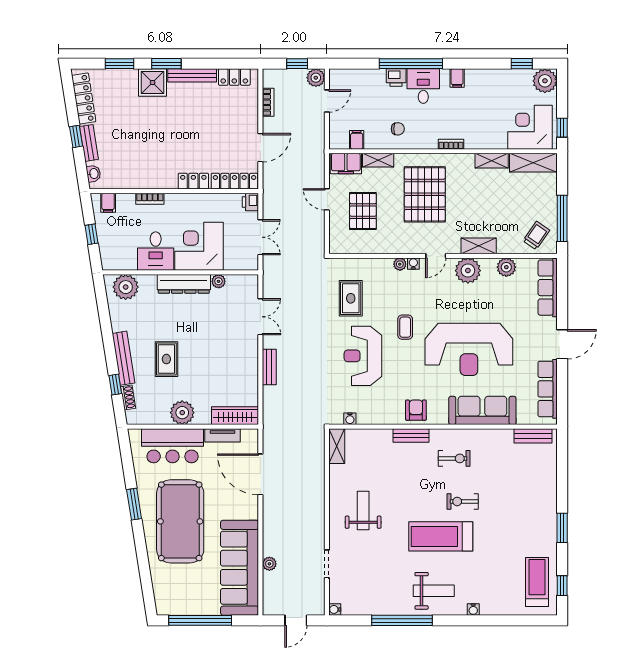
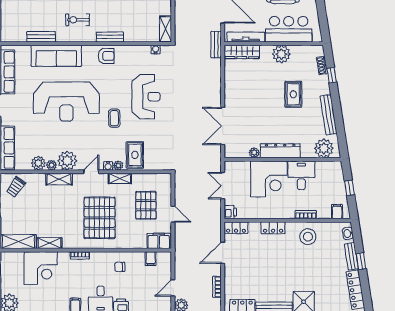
corner desk: (530, 127) -> (41, 268), moved
shelving: (378, 160) -> (120, 178), moved
stool: (147, 169) -> (308, 237), added
locker: (235, 181) -> (236, 228), width x0.66
plant: (489, 265) -> (52, 165), added
rug: (351, 298) -> (135, 155), moved
double door: (260, 317) -> (223, 126), width x1.37
reception desk: (469, 349) -> (66, 102), turned 180
bench: (124, 358) -> (329, 115), moved
bench: (269, 367) -> (216, 45), moved
armchair: (416, 410) -> (106, 56), turned -90
tv unit: (223, 435) -> (246, 37), width x1.41
bench: (533, 436) -> (41, 37), moved

